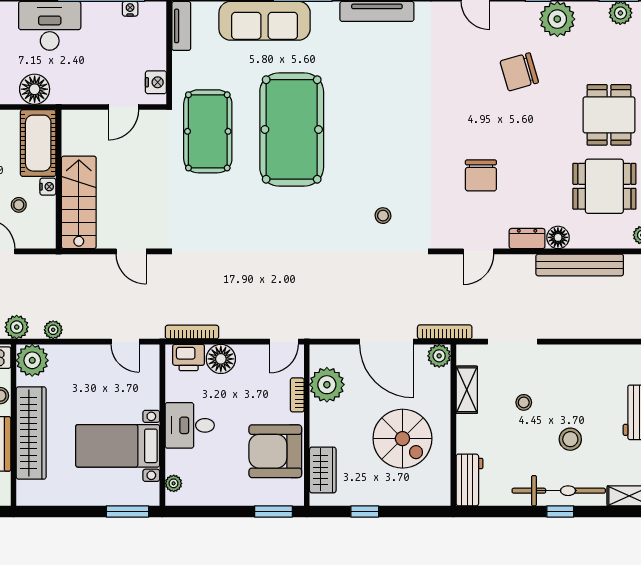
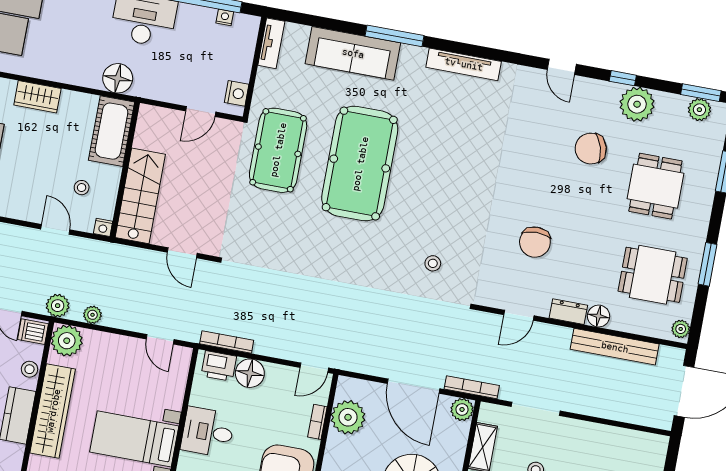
dining table: (609, 115) -> (655, 186), moved
nightstand: (48, 187) -> (103, 227), moved, turned 90

